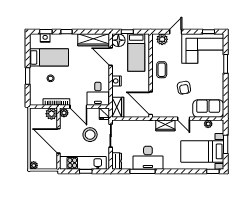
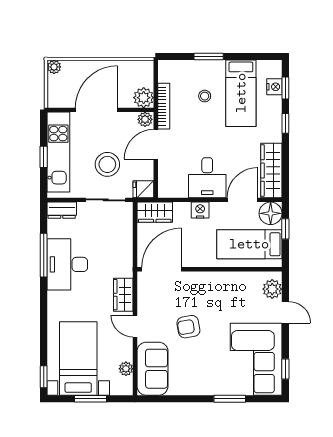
coffee table: (162, 70) -> (220, 288), removed
desk: (98, 94) -> (207, 178), moved, turned -90
door: (184, 119) -> (135, 326), hinge flipped

